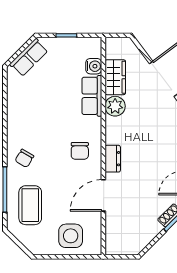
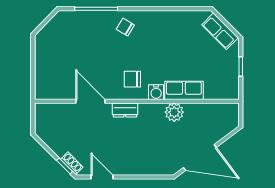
water cooler: (94, 66) -> (156, 92), moved
wardrobe: (115, 77) -> (201, 112), removed
coffee table: (30, 205) -> (81, 33), removed
side table: (71, 236) -> (53, 71), removed

